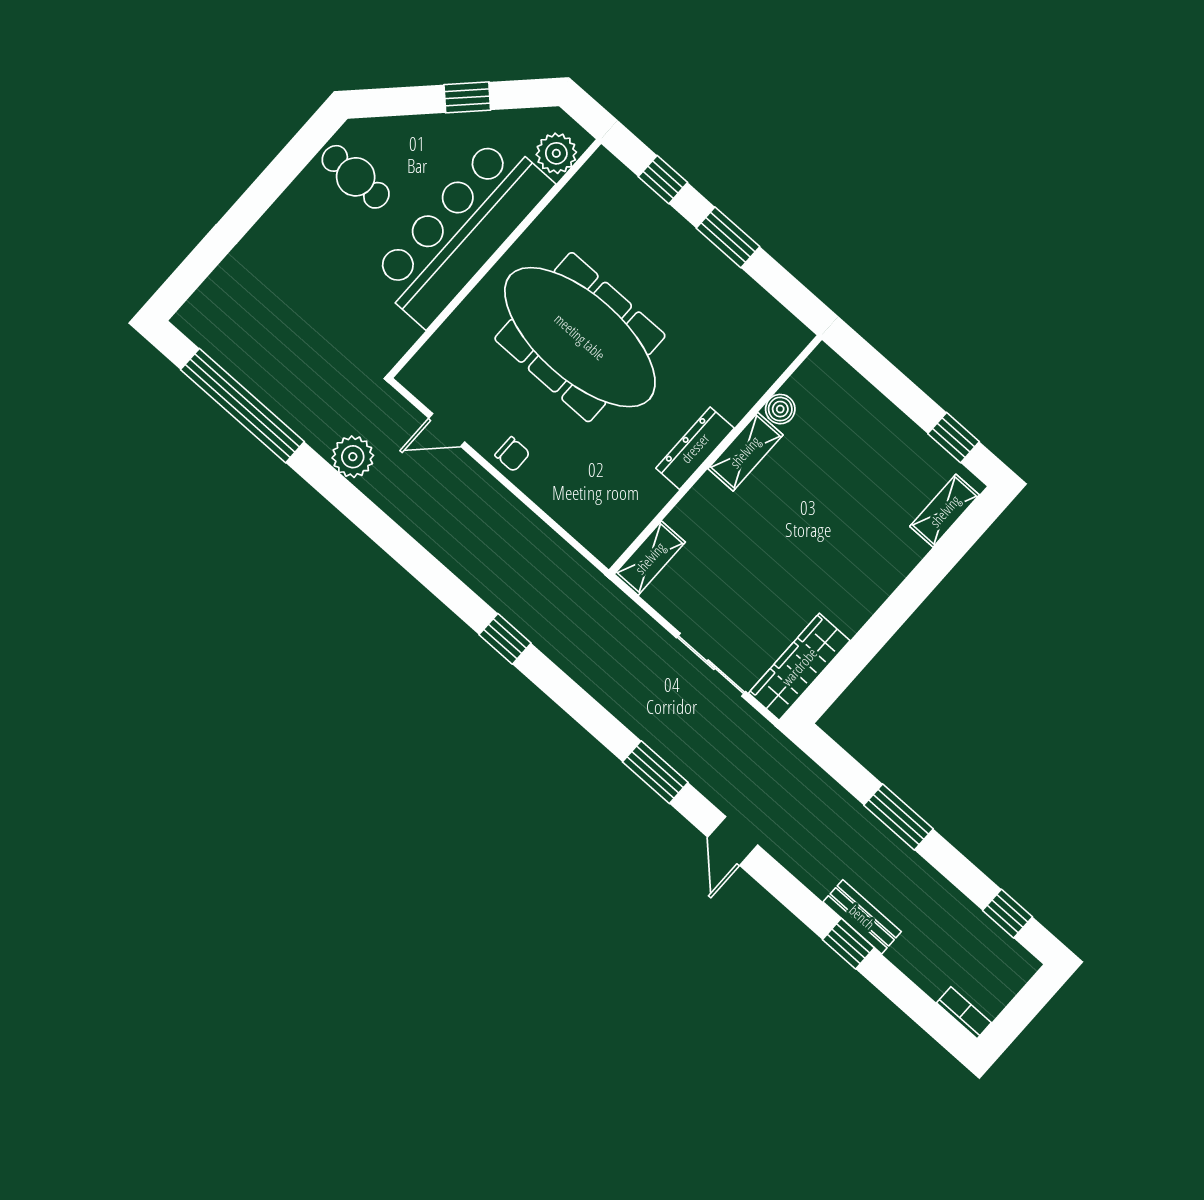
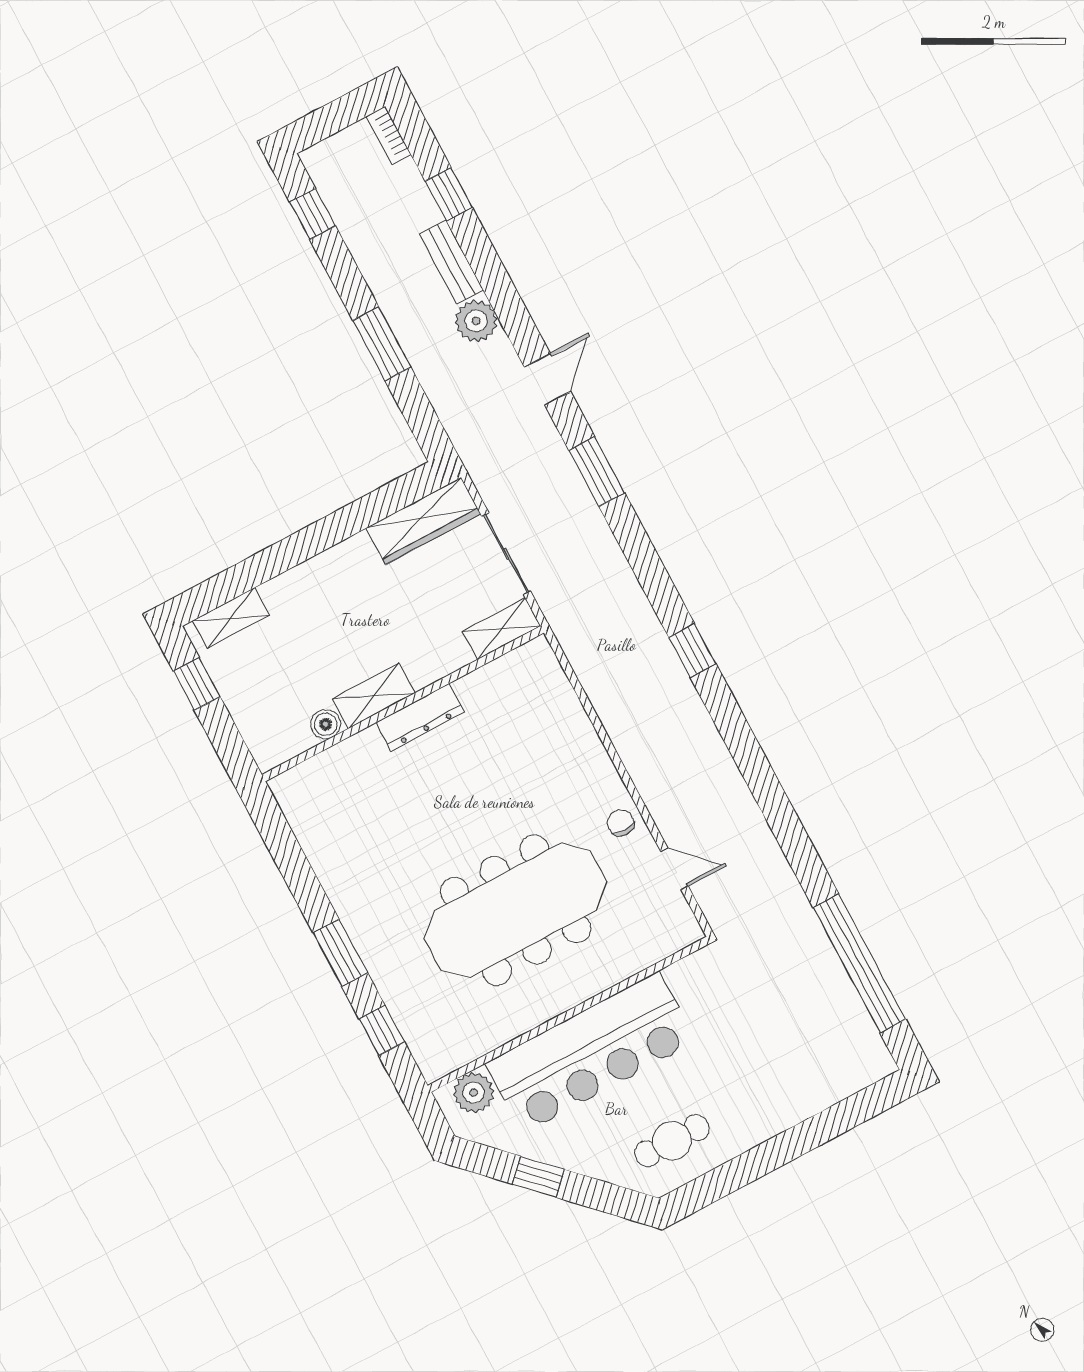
cafe table: (356, 177) -> (672, 1141), turned 90
meeting table: (580, 337) -> (516, 910), turned 90
boiler: (780, 409) -> (326, 724), moved
dresser: (695, 448) -> (420, 717), moved
shelving: (745, 452) -> (374, 696), moved
wall: (716, 455) -> (403, 704), moved
plant: (353, 457) -> (476, 321), moved
shelving: (650, 558) -> (501, 629), moved
window: (848, 944) -> (449, 194), moved

